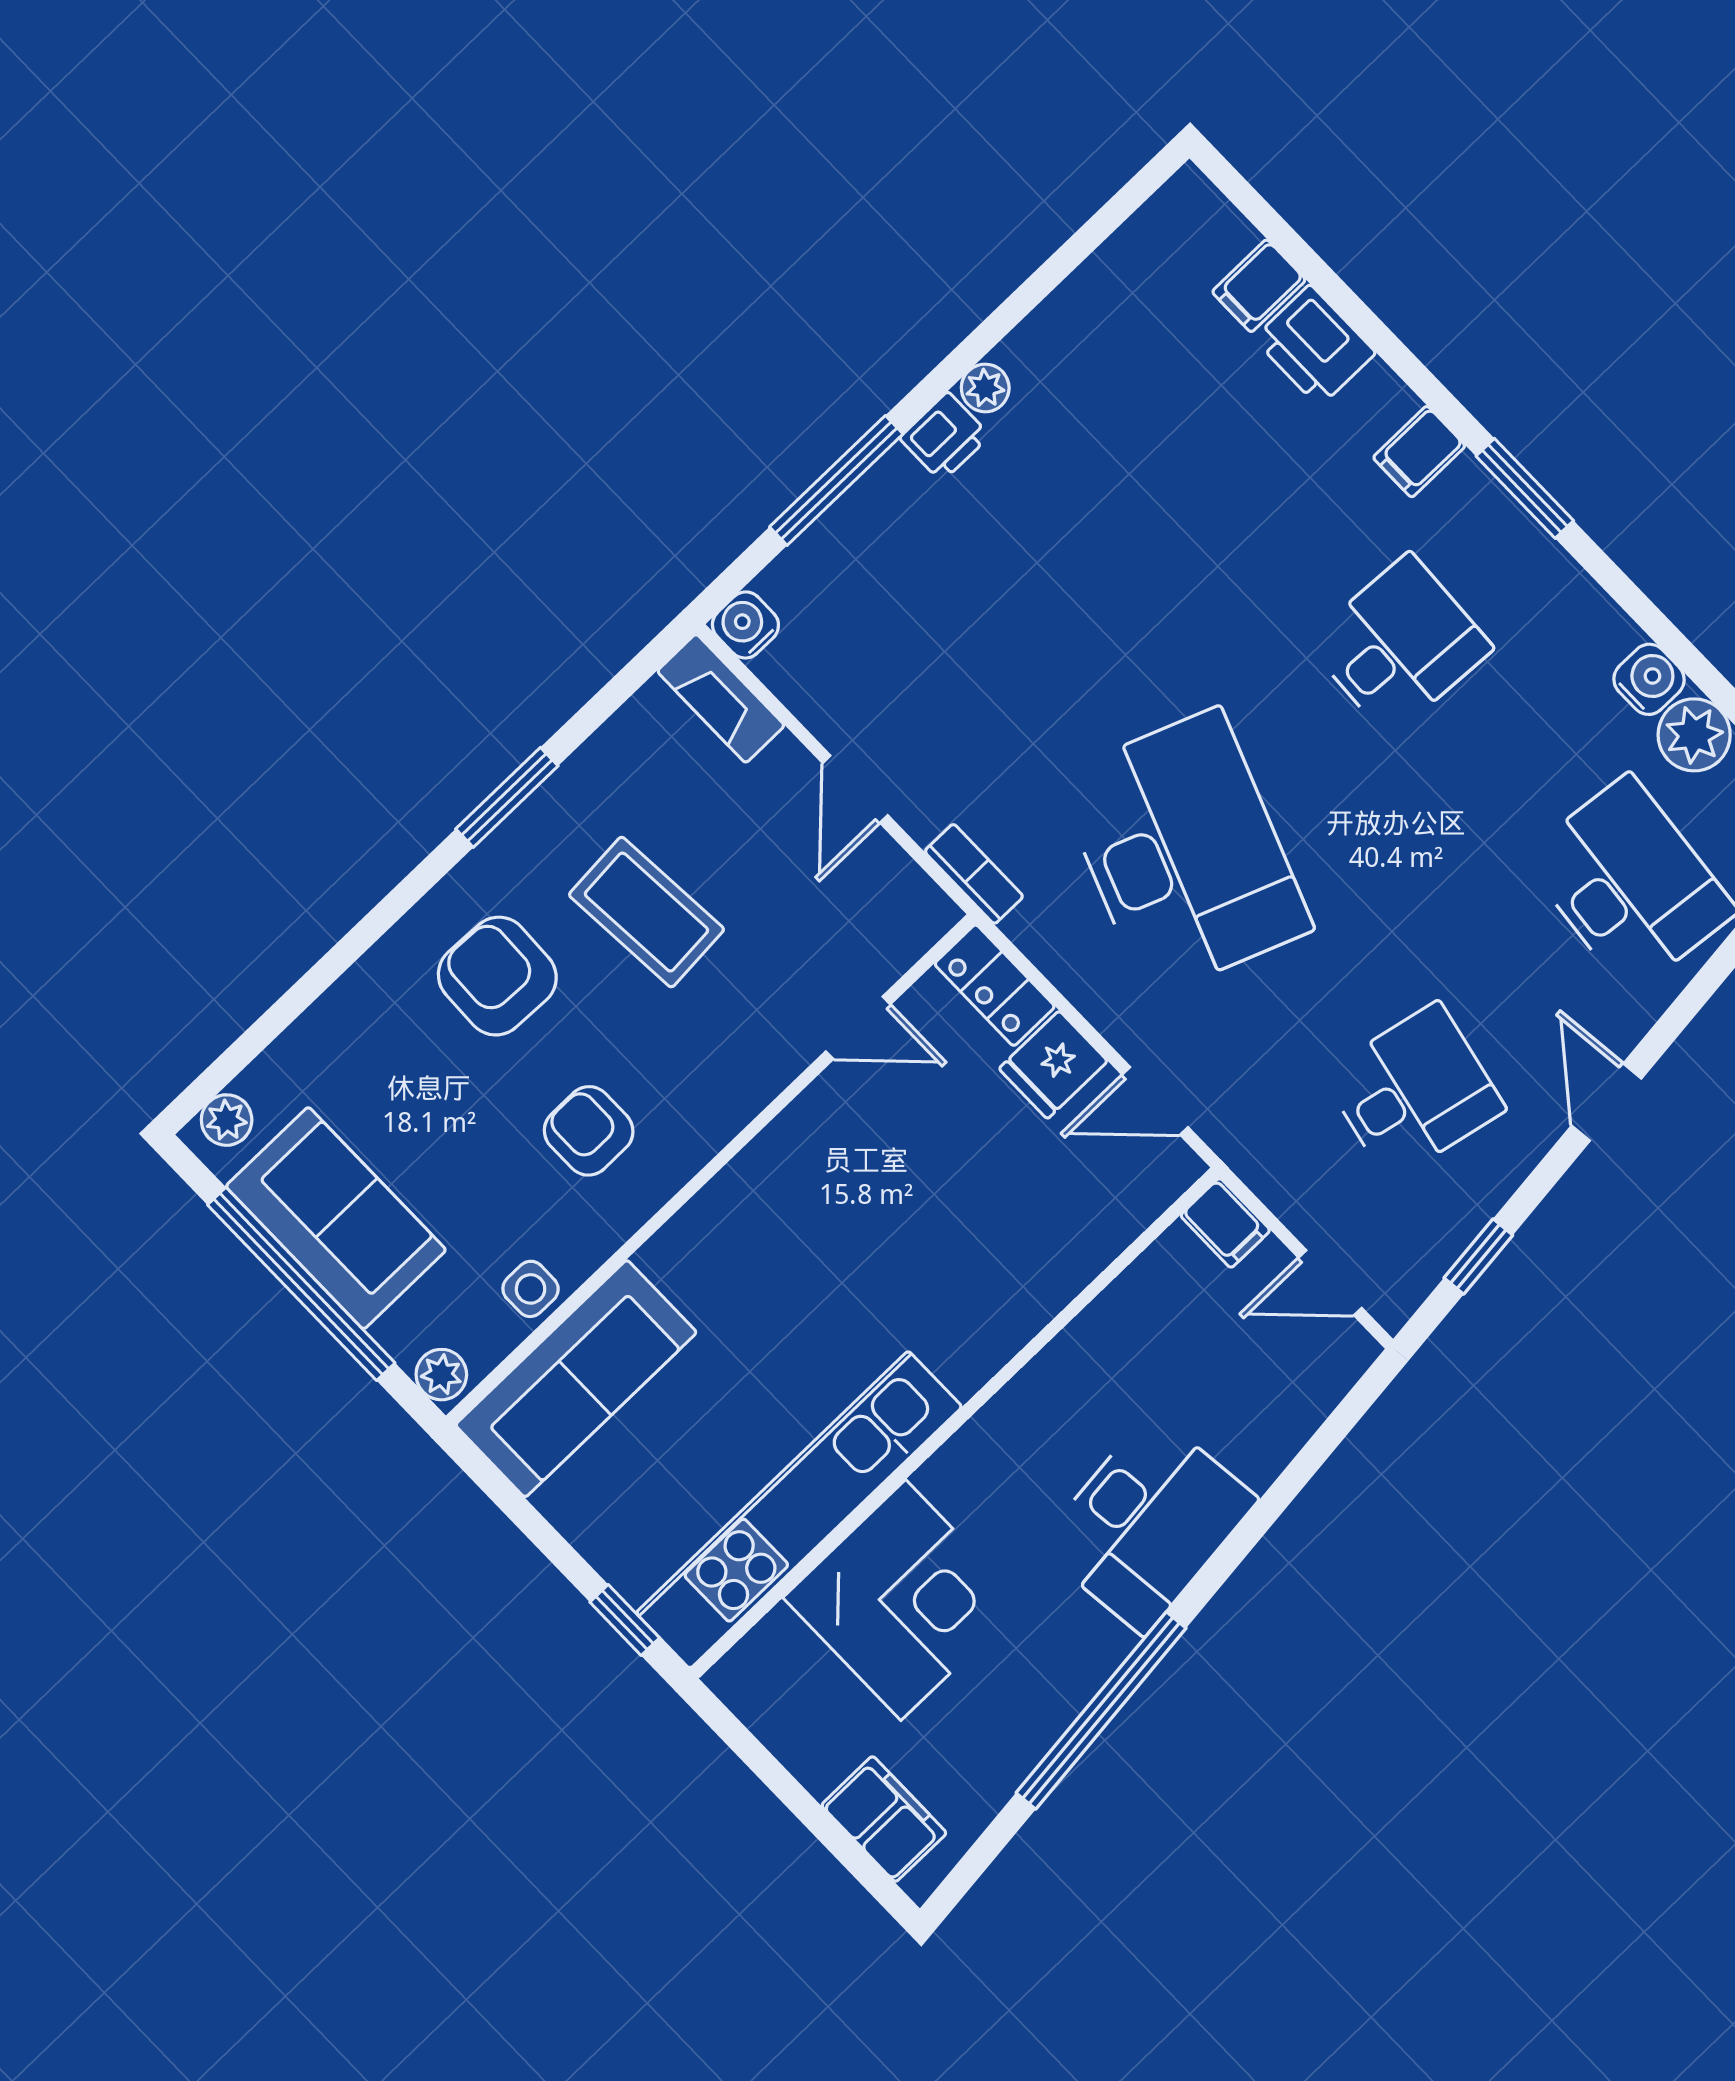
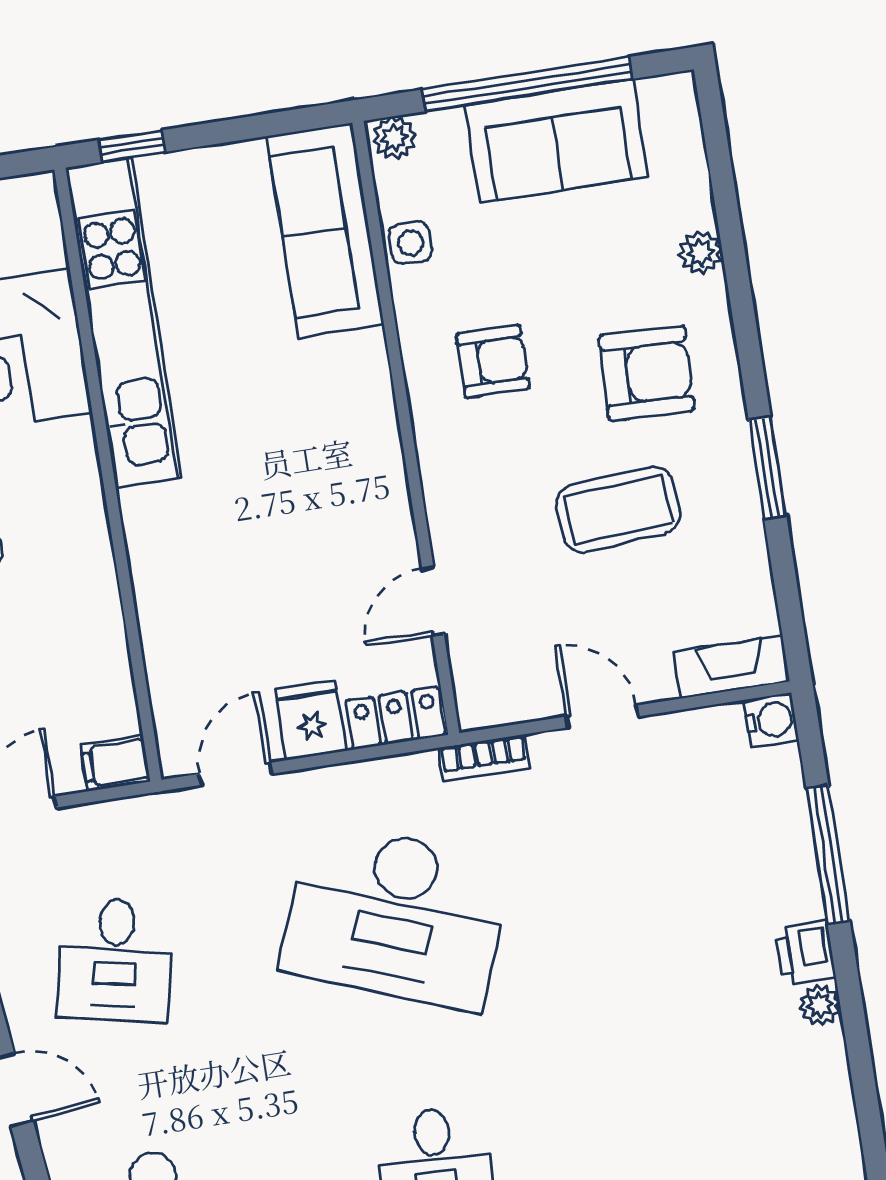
plant: (227, 1120) -> (701, 253), moved

